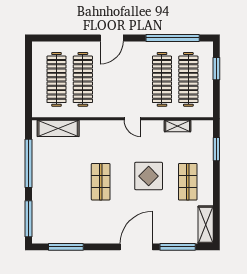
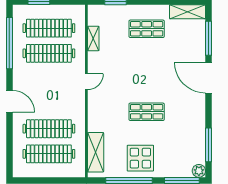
display table: (149, 176) -> (140, 158), moved
plant: (39, 237) -> (199, 171), added

